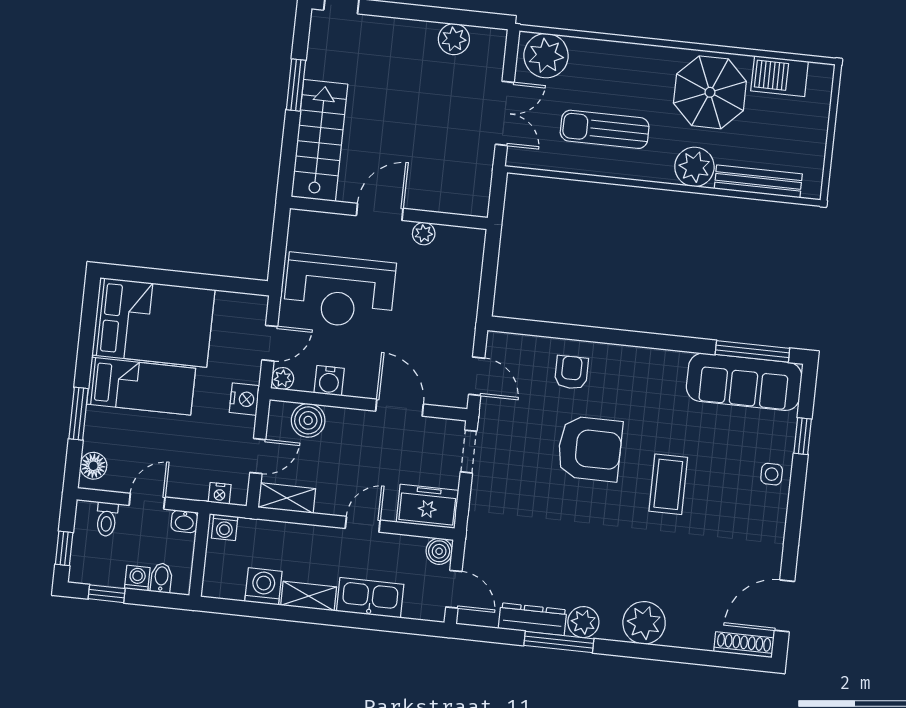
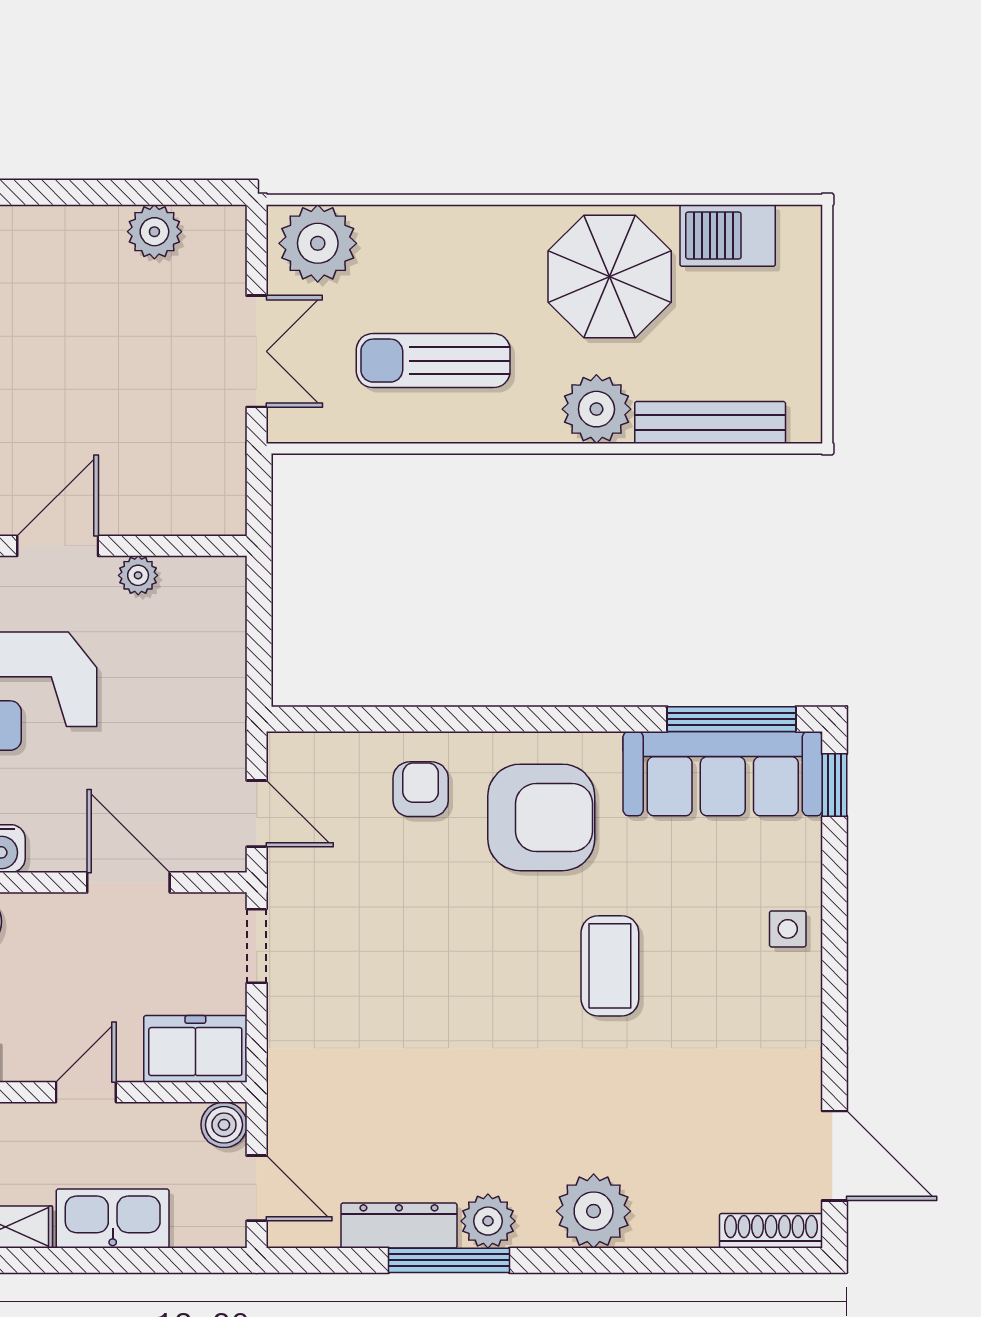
window: (803, 436) -> (835, 785), moved
armchair: (590, 449) -> (541, 817), moved
door: (784, 606) -> (835, 1156), swing flipped

